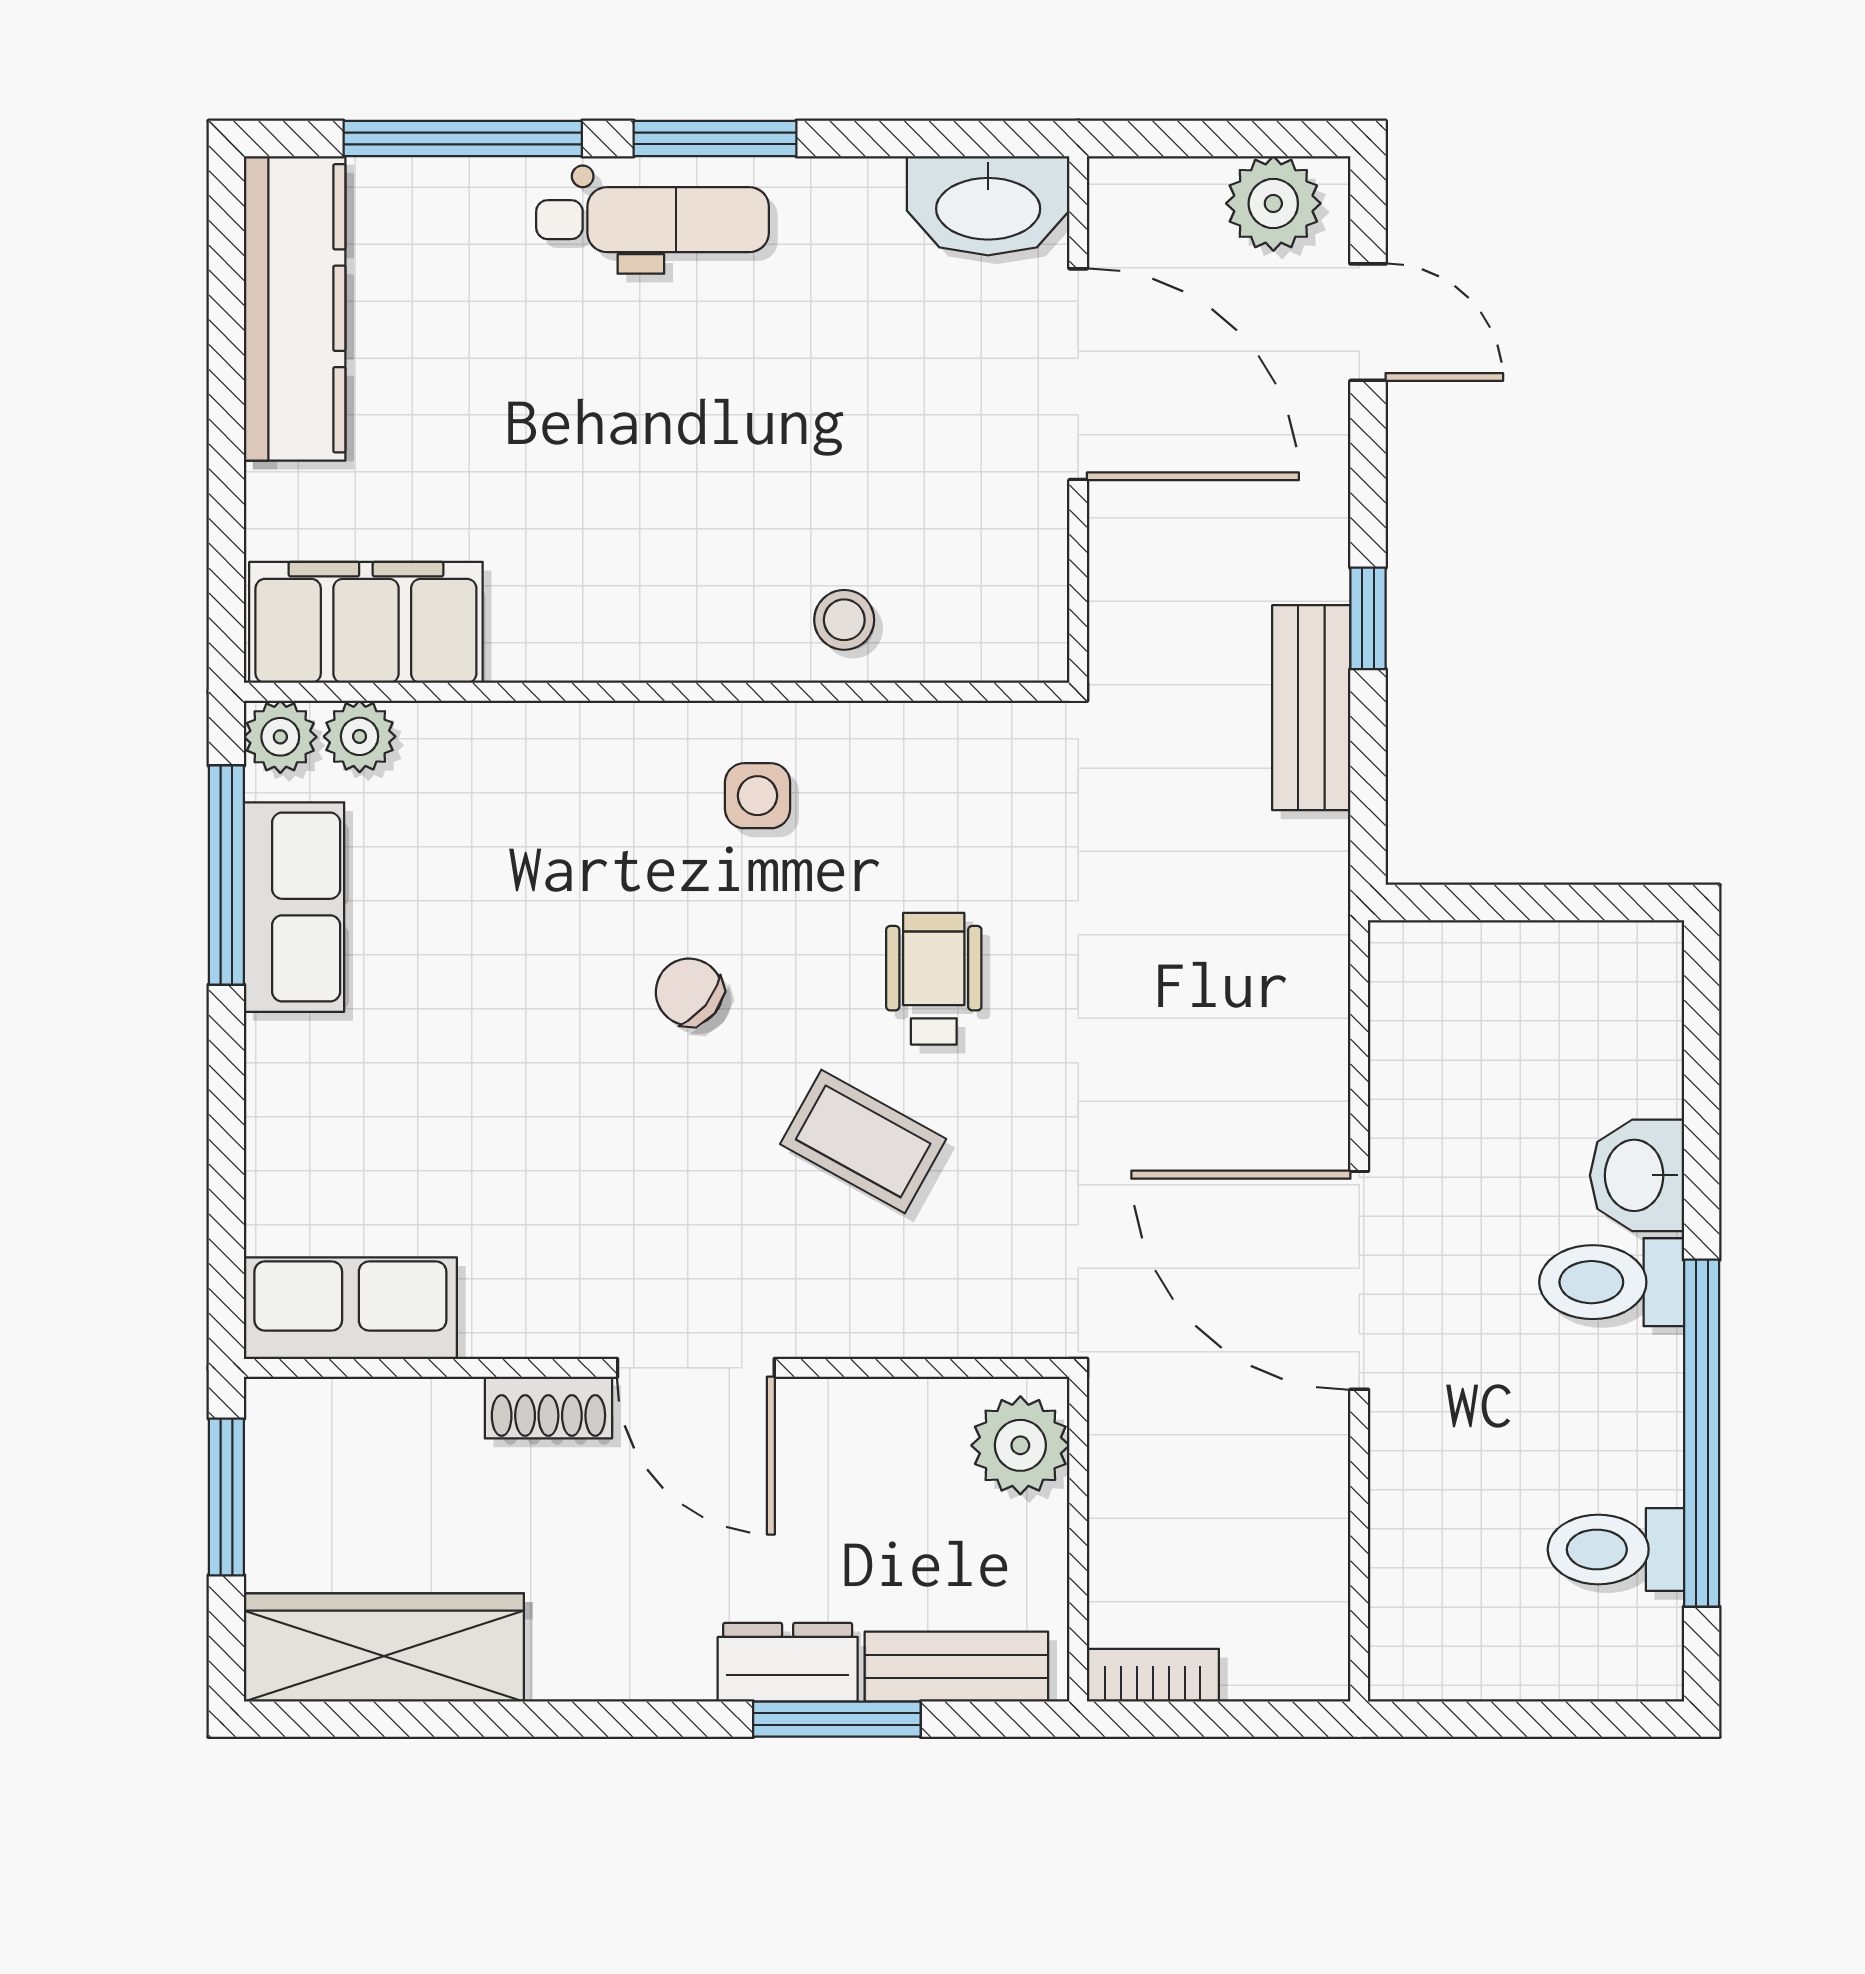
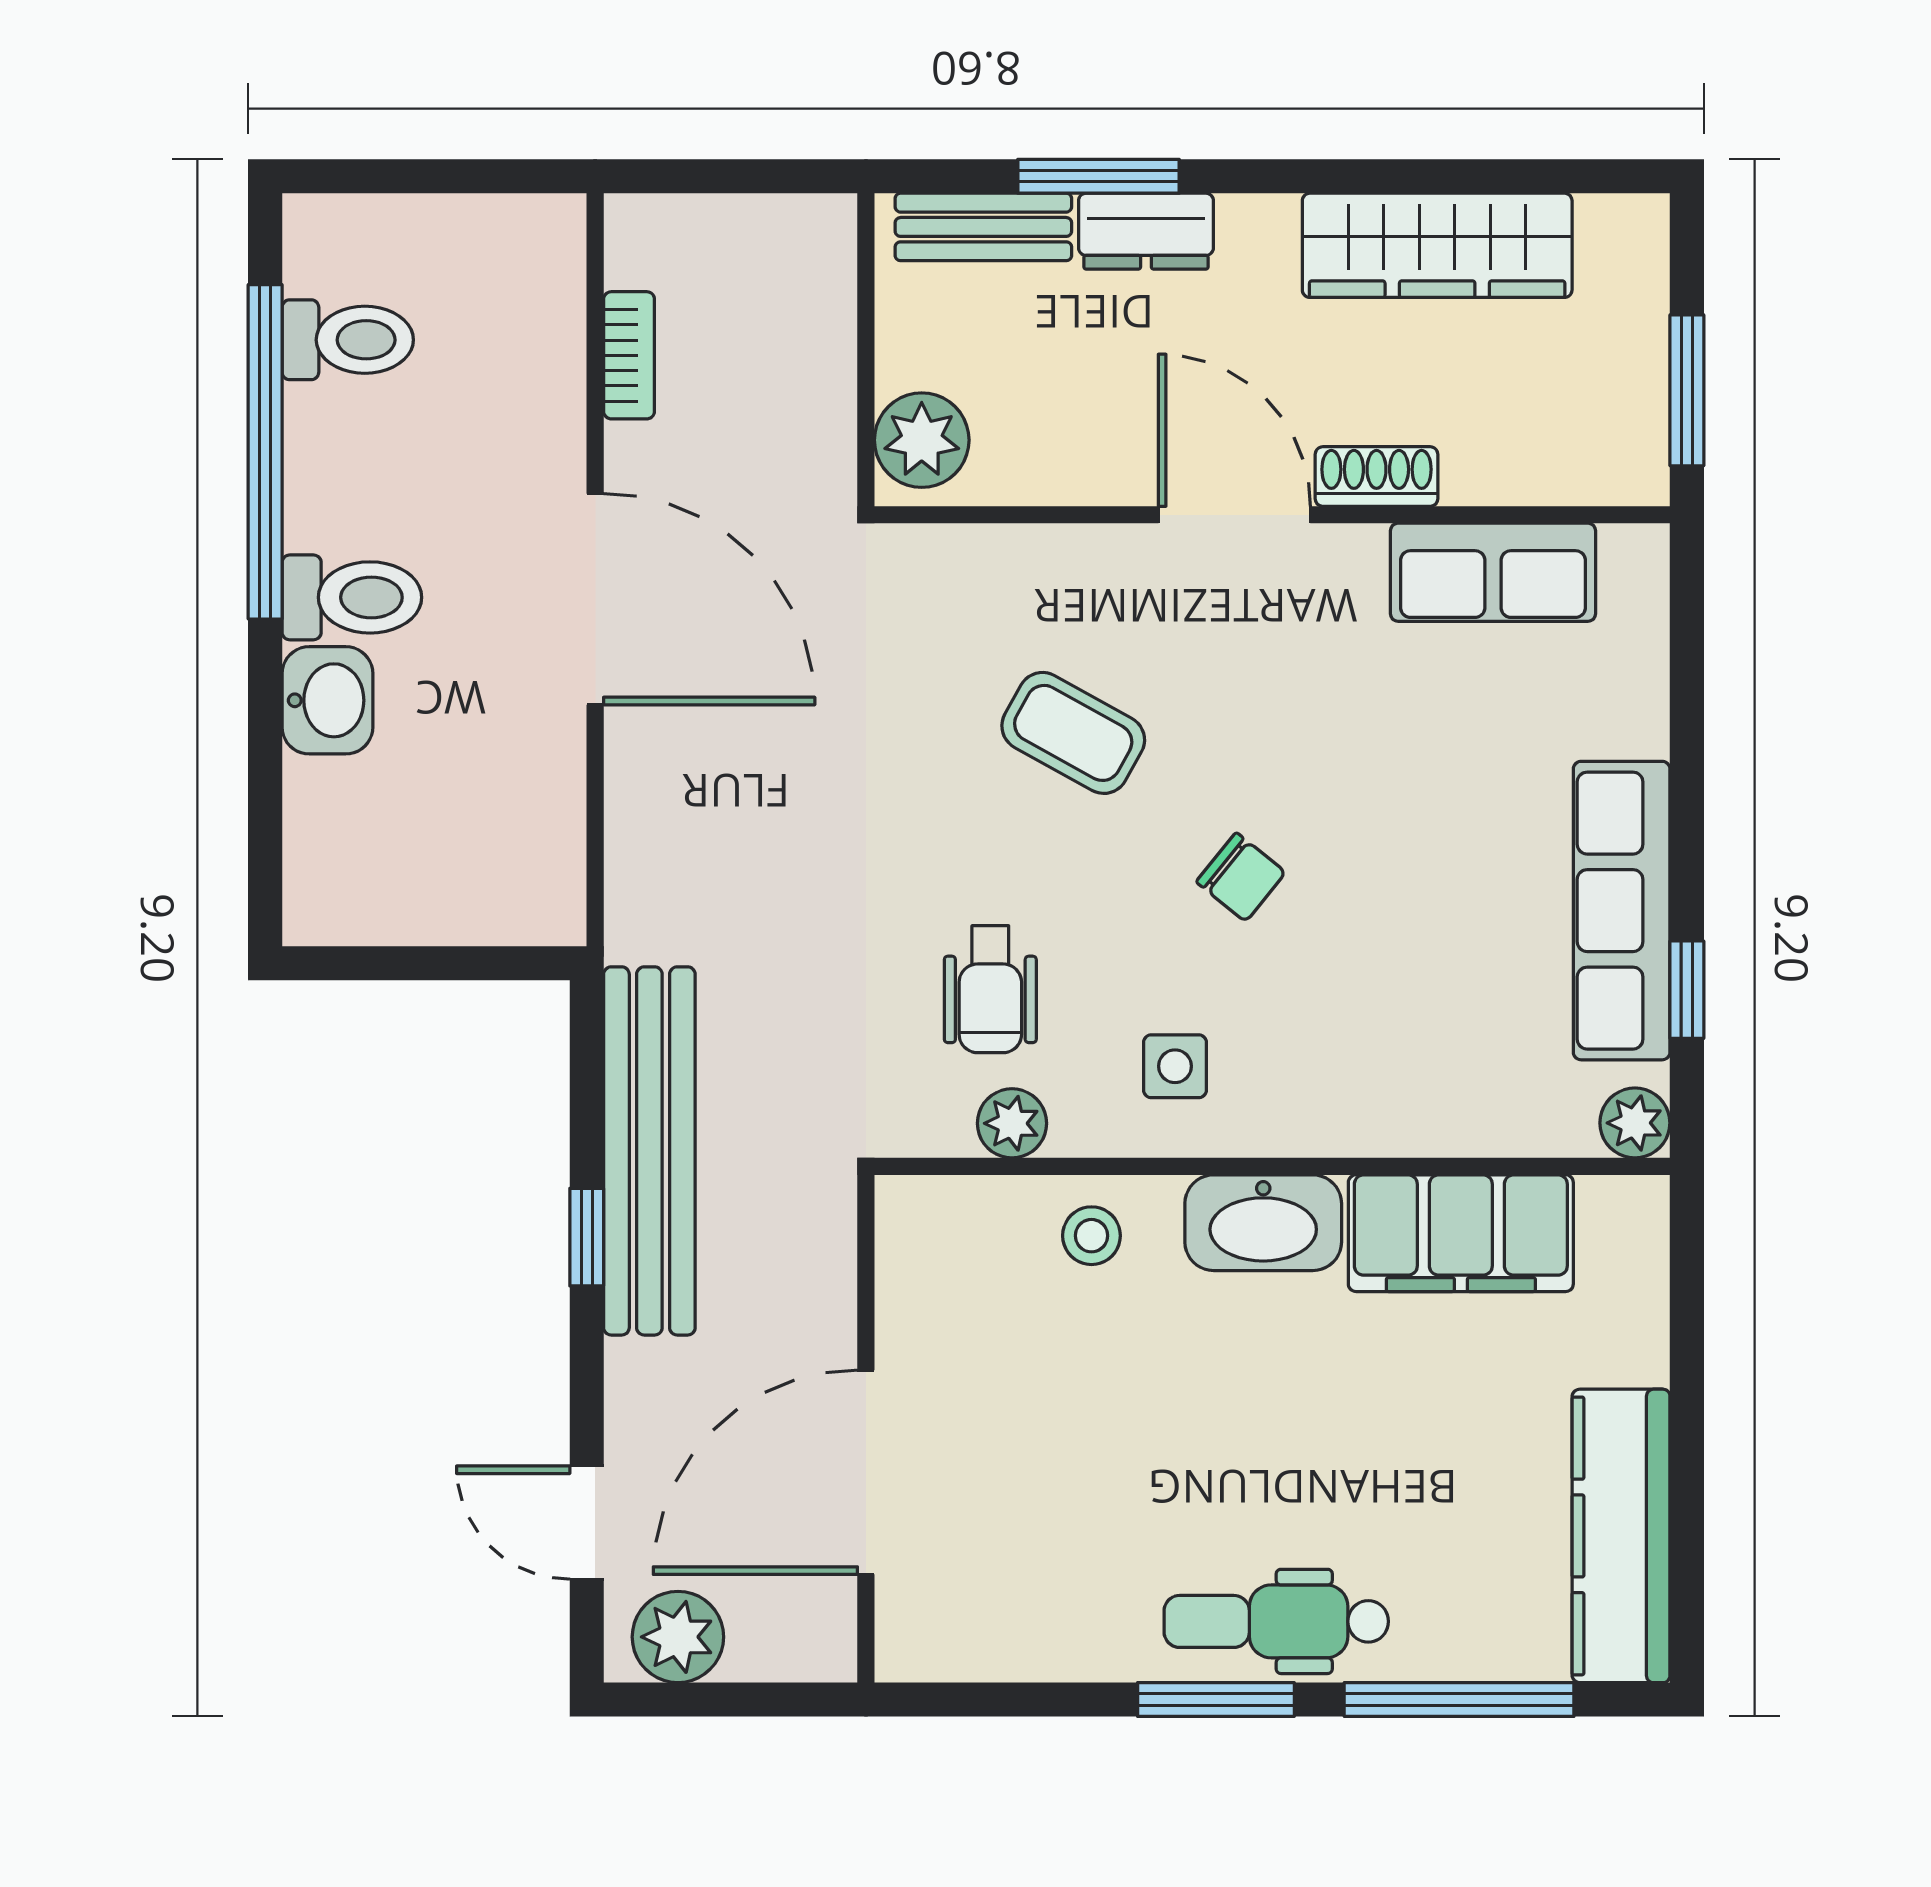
washbasin: (988, 206) -> (1263, 1223), moved, turned 180
door: (1078, 374) -> (866, 1472), hinge flipped
filing cabinet: (366, 622) -> (1461, 1233), moved
bench: (1311, 708) -> (649, 1151), width x1.86, depth x1.21
plant: (360, 736) -> (1012, 1123), moved
window: (226, 875) -> (1687, 990), width x0.46
row of seats: (294, 907) -> (1622, 911), width x1.48
wheelchair: (934, 979) -> (990, 989), moved
row of seats: (350, 1308) -> (1493, 572), moved
wardrobe: (384, 1647) -> (1437, 245), moved
bookcase: (1153, 1675) -> (629, 355), moved, turned -90

